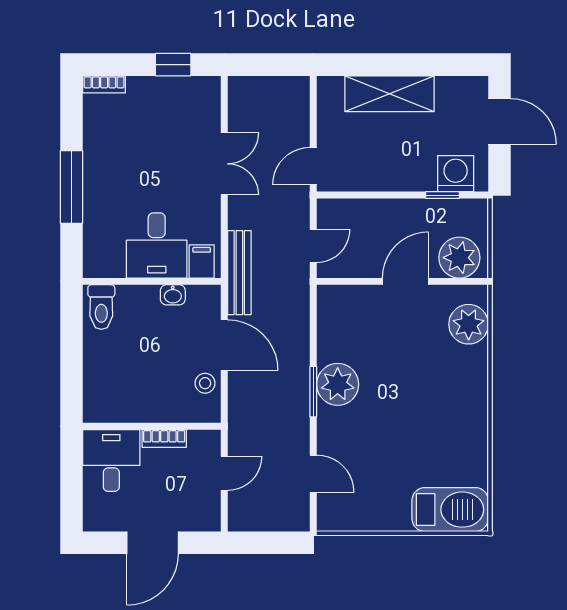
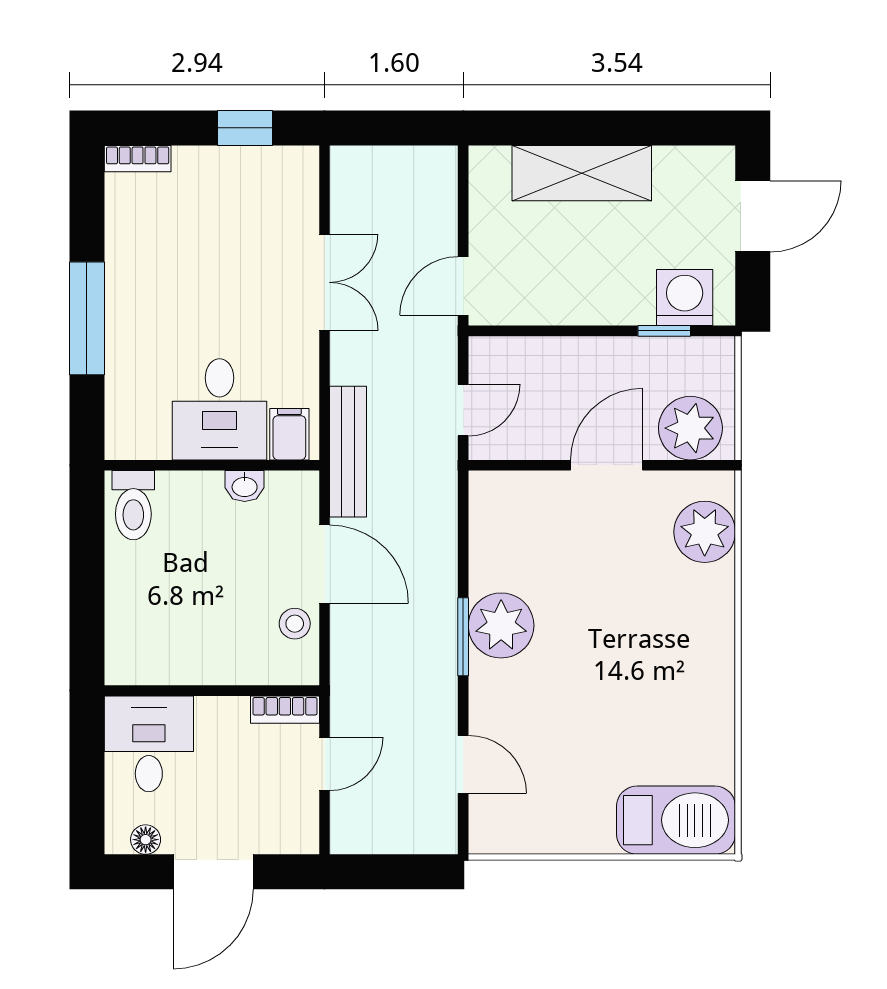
door: (499, 121) -> (753, 216), hinge flipped
bookcase: (164, 438) -> (285, 710), moved
floor lamp: (109, 522) -> (146, 840), added

